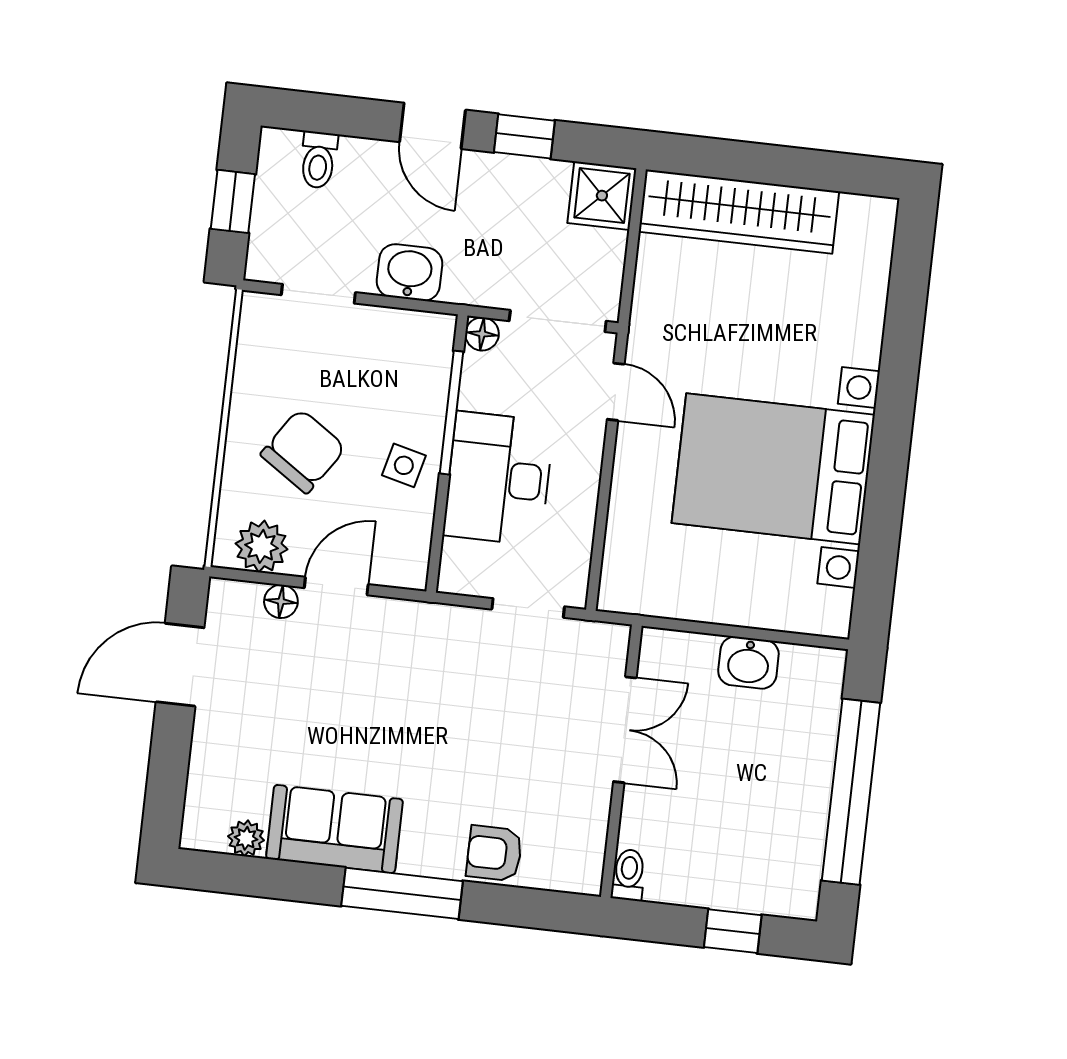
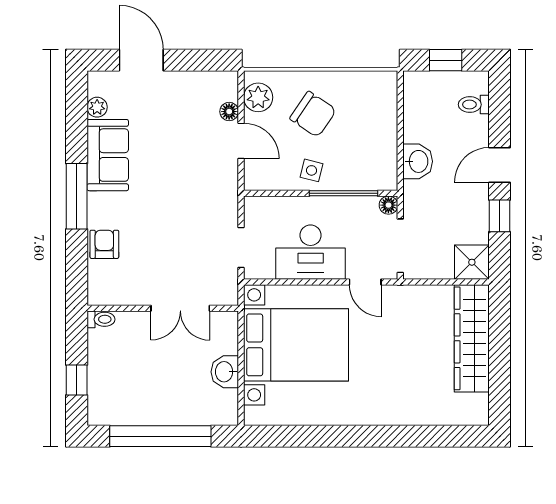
doorway: (318, 294) -> (400, 113), removed
door: (616, 392) -> (365, 282), hinge flipped
bed with nightstands: (773, 469) -> (296, 345), moved, turned 90
desk: (499, 478) -> (311, 252), moved, turned 180
door: (180, 665) -> (141, 60), moved

